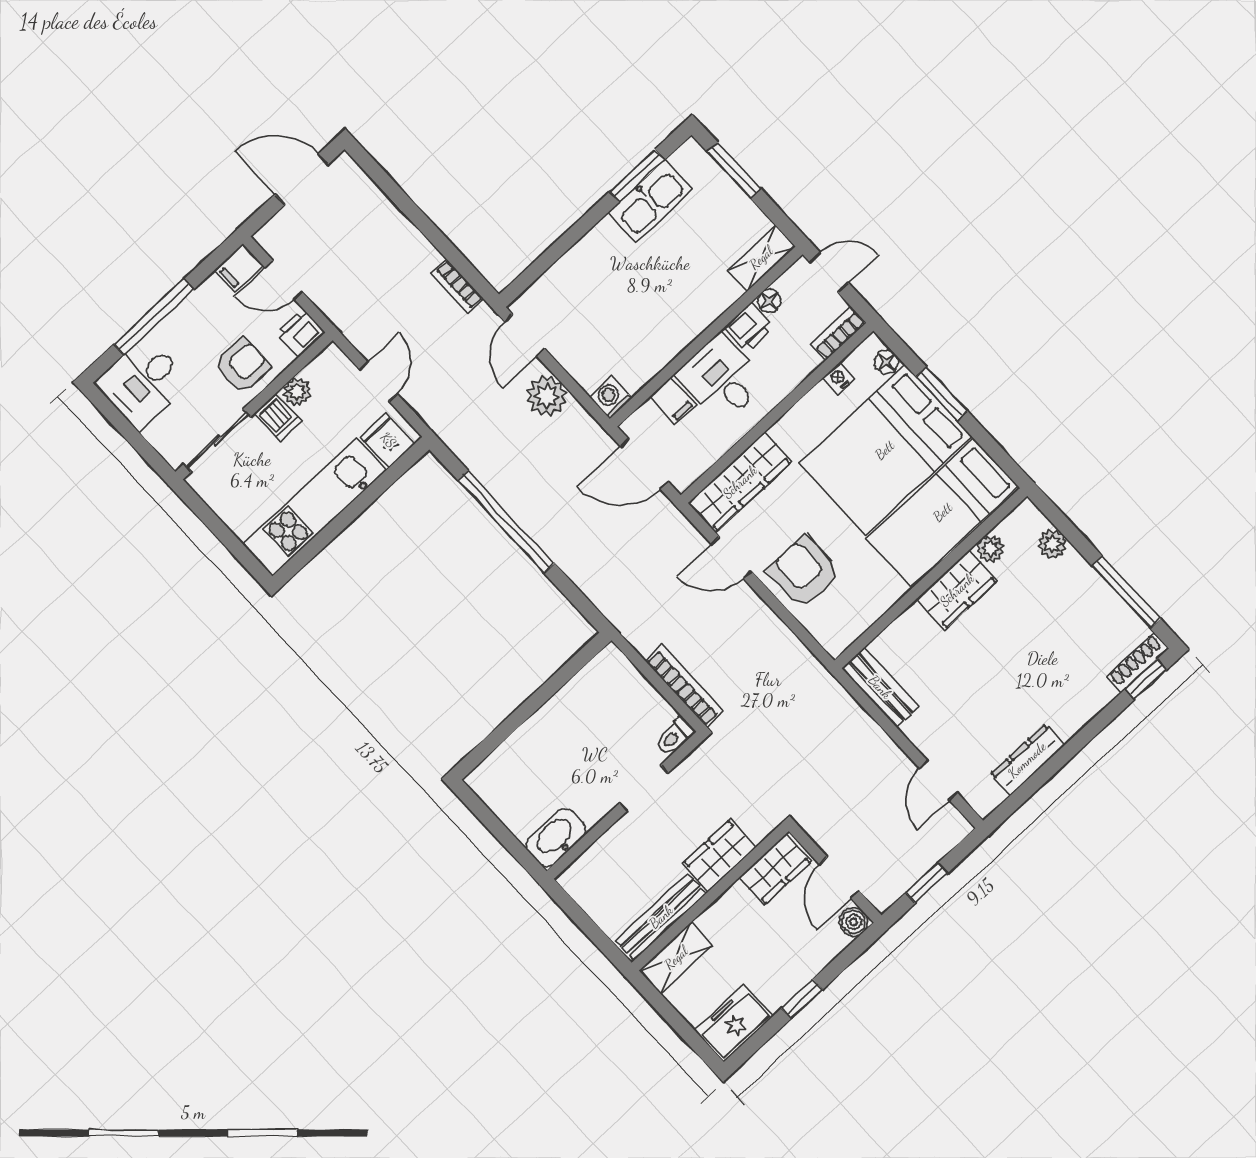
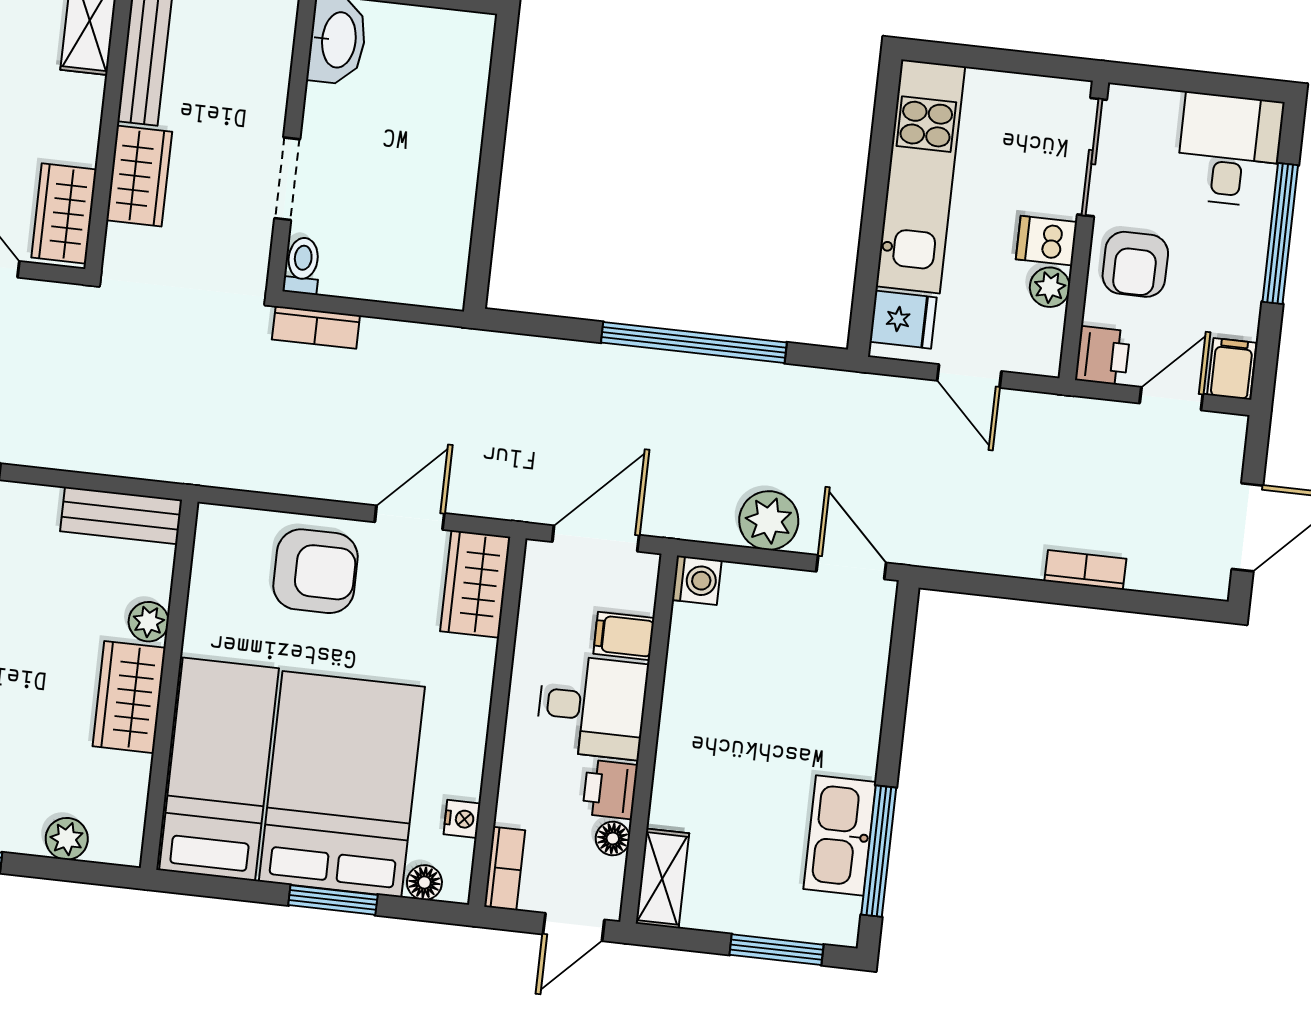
window: (637, 176) -> (879, 851), width x1.44
bookcase: (457, 286) -> (1085, 570), moved
wardrobe: (740, 482) -> (475, 584), width x0.67
plant: (990, 548) -> (149, 622), moved
bookcase: (684, 686) -> (316, 327), width x0.64

